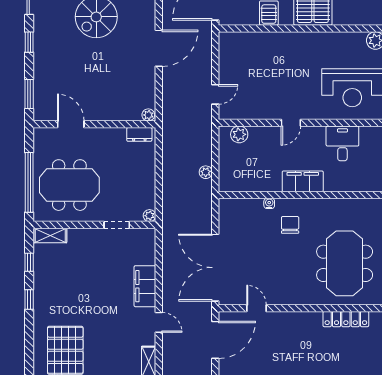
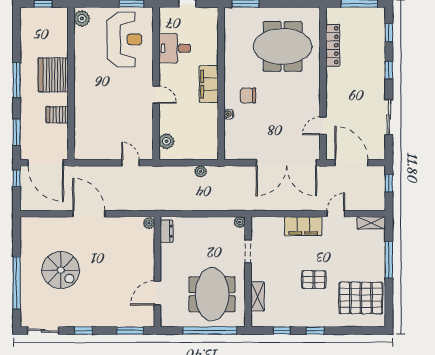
shelving: (50, 235) -> (257, 297), moved
pallet: (86, 298) -> (314, 280), added

